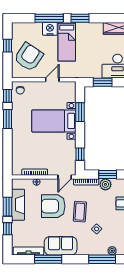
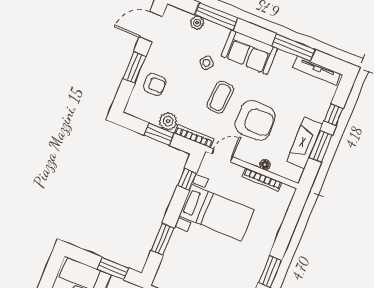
bed with nightstands: (54, 121) -> (217, 213), moved
sofa: (61, 246) -> (249, 52), moved

